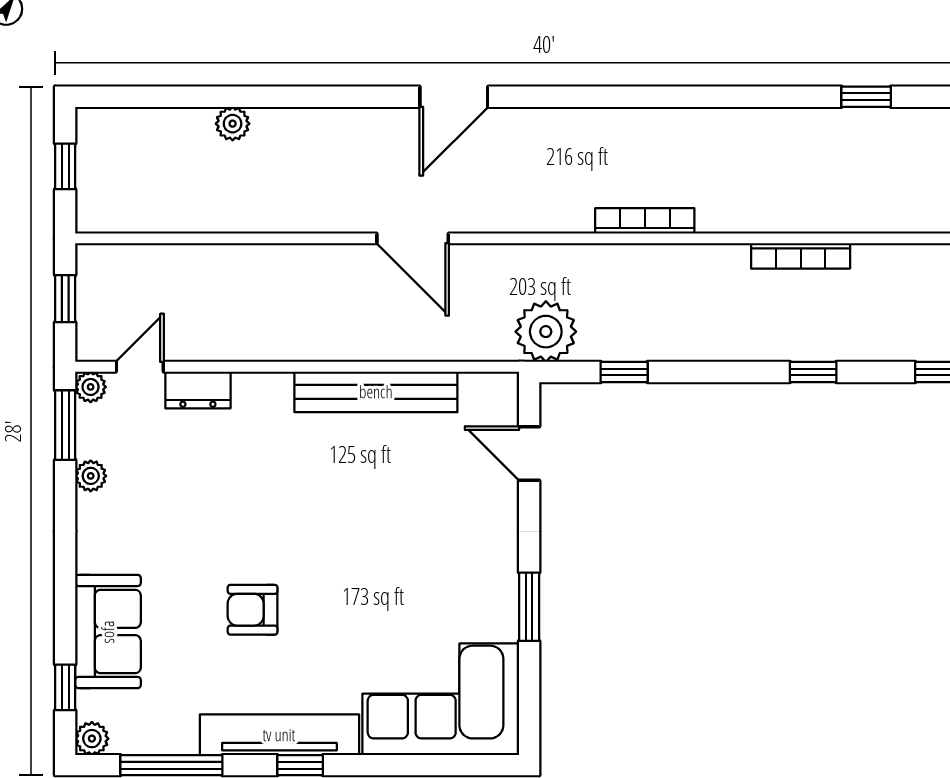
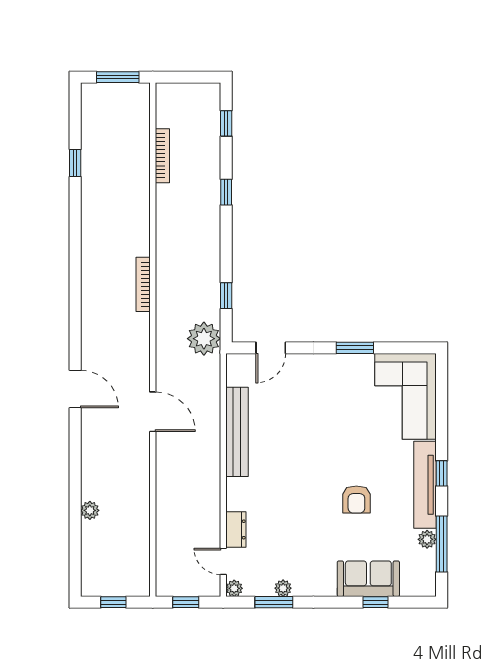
door: (413, 238) -> (153, 412), hinge flipped
bookcase: (801, 256) -> (162, 156), moved
window: (65, 425) -> (274, 602), moved
window: (65, 687) -> (375, 602), moved
plant: (92, 739) -> (427, 539), moved

